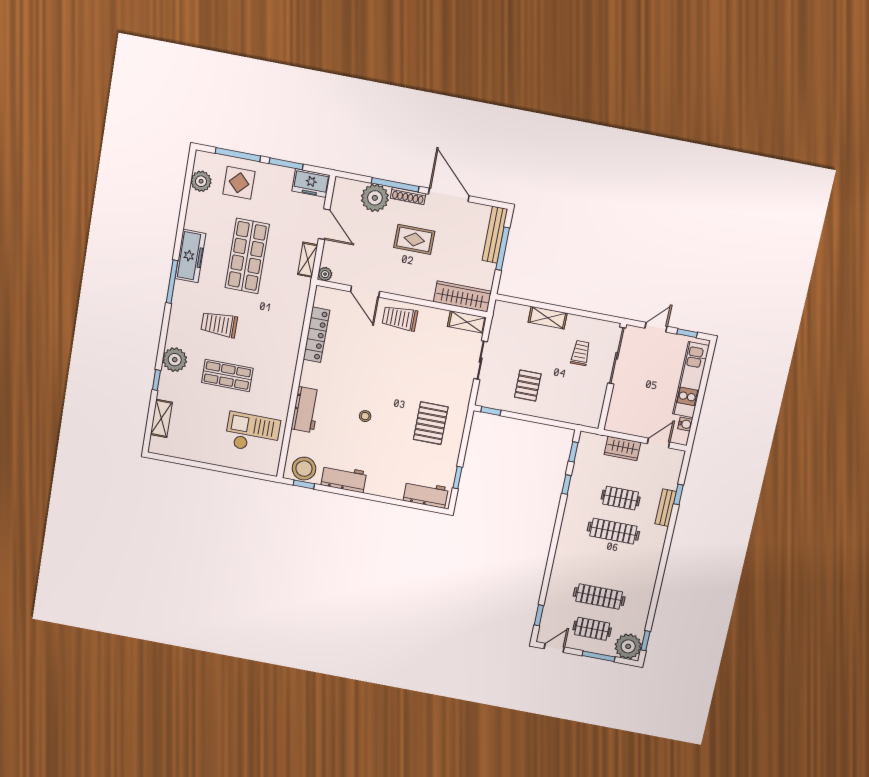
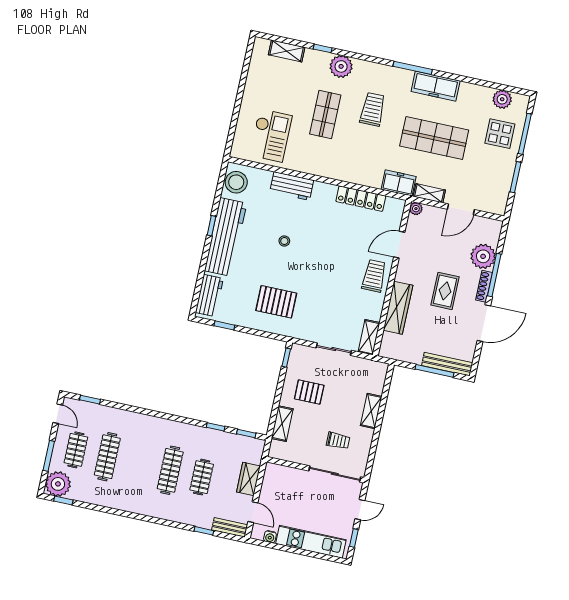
freezer: (311, 183) -> (399, 183), moved, turned 90
wardrobe: (462, 296) -> (398, 308), moved
door: (656, 327) -> (360, 510), hinge flipped
shelving: (562, 414) -> (282, 424), added
workbench: (344, 478) -> (226, 237), width x1.88, depth x1.32
window: (304, 484) -> (212, 226), moved
bench: (666, 508) -> (230, 527), moved

